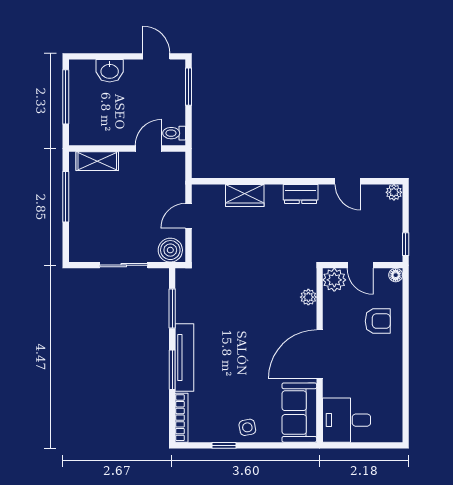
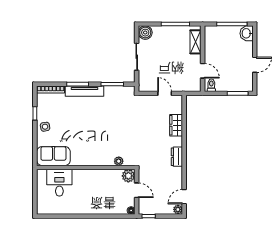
door: (156, 56) -> (255, 65), moved
washbasin: (110, 71) -> (247, 33), moved
door: (348, 181) -> (184, 197), moved
boiler: (170, 250) -> (145, 33), moved
door: (360, 265) -> (137, 190), swing flipped
armchair: (378, 321) -> (105, 200), removed
door: (320, 354) -> (87, 167), removed
desk: (347, 420) -> (59, 183), moved

